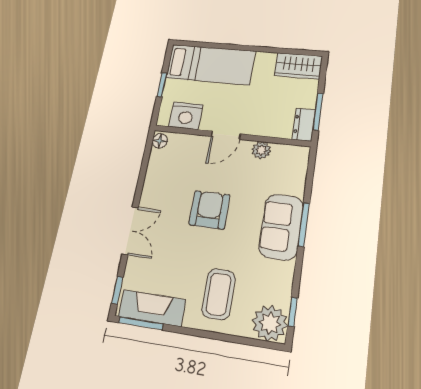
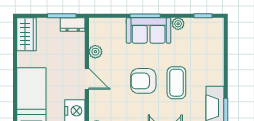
coffee table: (219, 294) -> (176, 83), moved, turned 90
plant: (270, 323) -> (178, 24), moved, width x0.53, depth x0.53

